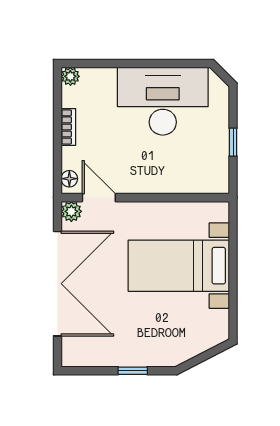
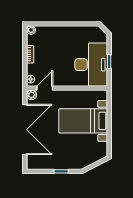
desk: (163, 101) -> (91, 65), moved, turned 90
door: (99, 198) -> (45, 88), hinge flipped

